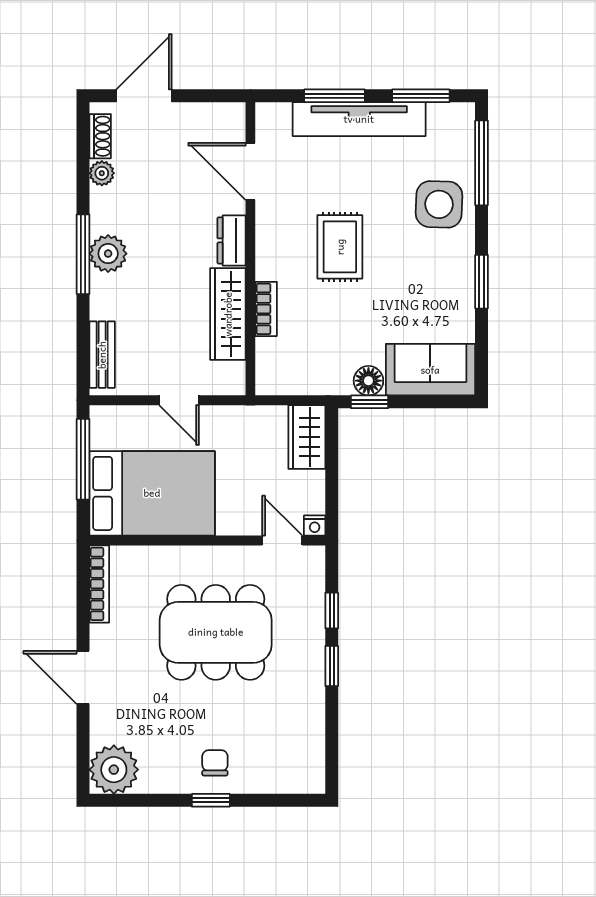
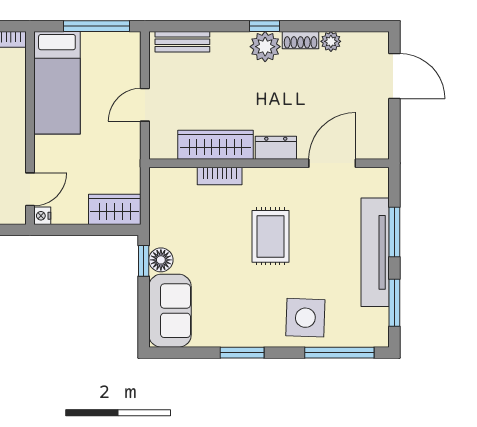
shoe rack: (100, 136) -> (301, 40), moved
rug: (340, 247) -> (271, 236), turned 90
window: (83, 254) -> (265, 26), width x0.46
bed: (152, 493) -> (57, 83), width x0.67

